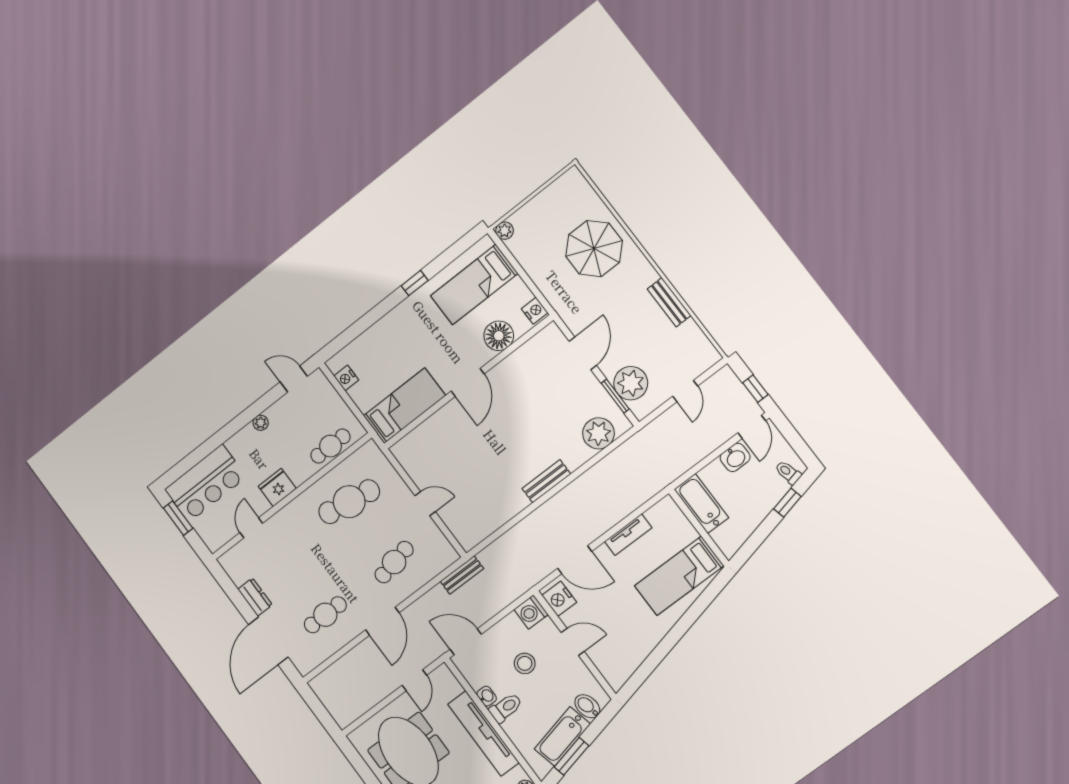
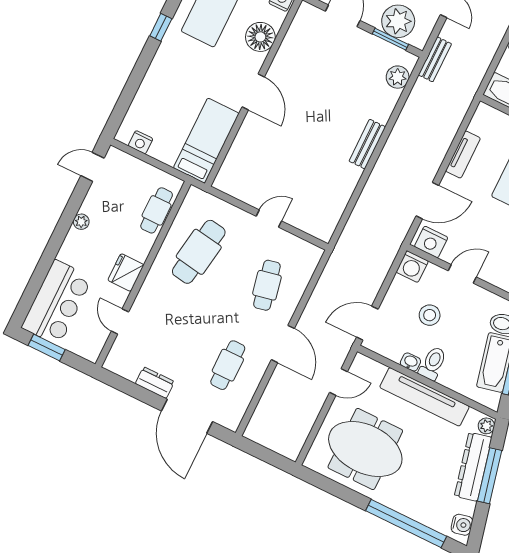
plant: (598, 433) -> (398, 77), width x0.73, depth x0.73
bench: (462, 575) -> (435, 59), moved
door: (414, 680) -> (339, 382), hinge flipped

